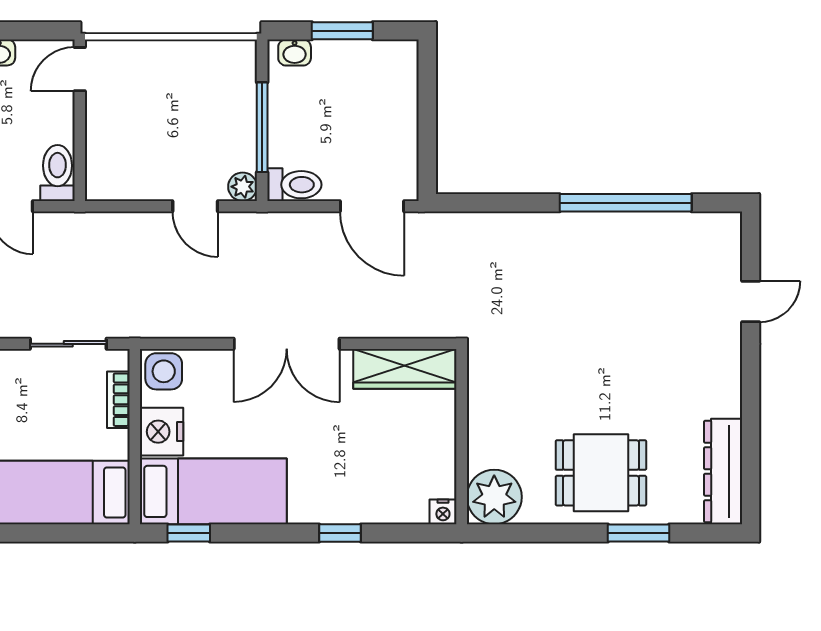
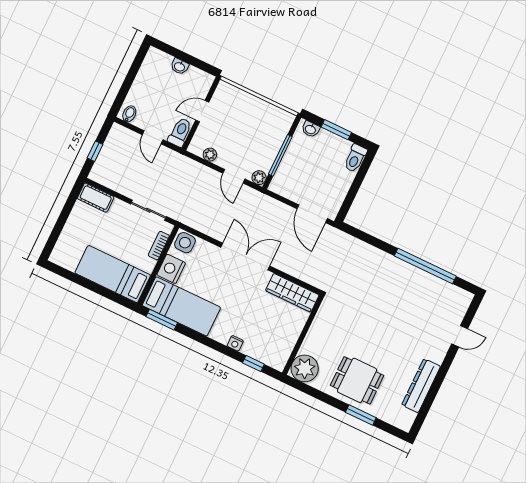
door: (80, 69) -> (202, 111), moved
toilet: (294, 185) -> (355, 158), moved, turned 90
plant: (132, 188) -> (210, 155), added
double door: (287, 344) -> (245, 257), swing flipped
dresser: (723, 471) -> (421, 386), moved
nightstand: (443, 512) -> (235, 343), moved
window: (189, 533) -> (162, 320), width x1.50
window: (340, 533) -> (253, 364), moved

